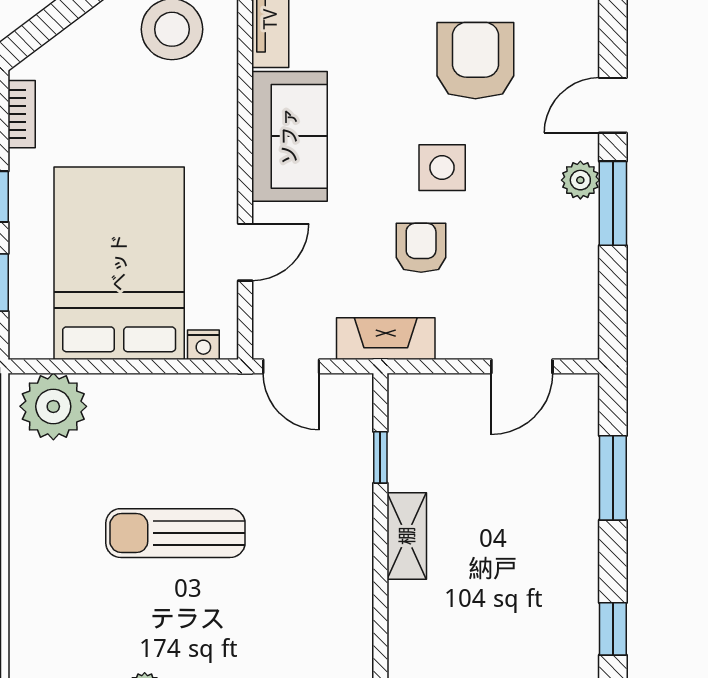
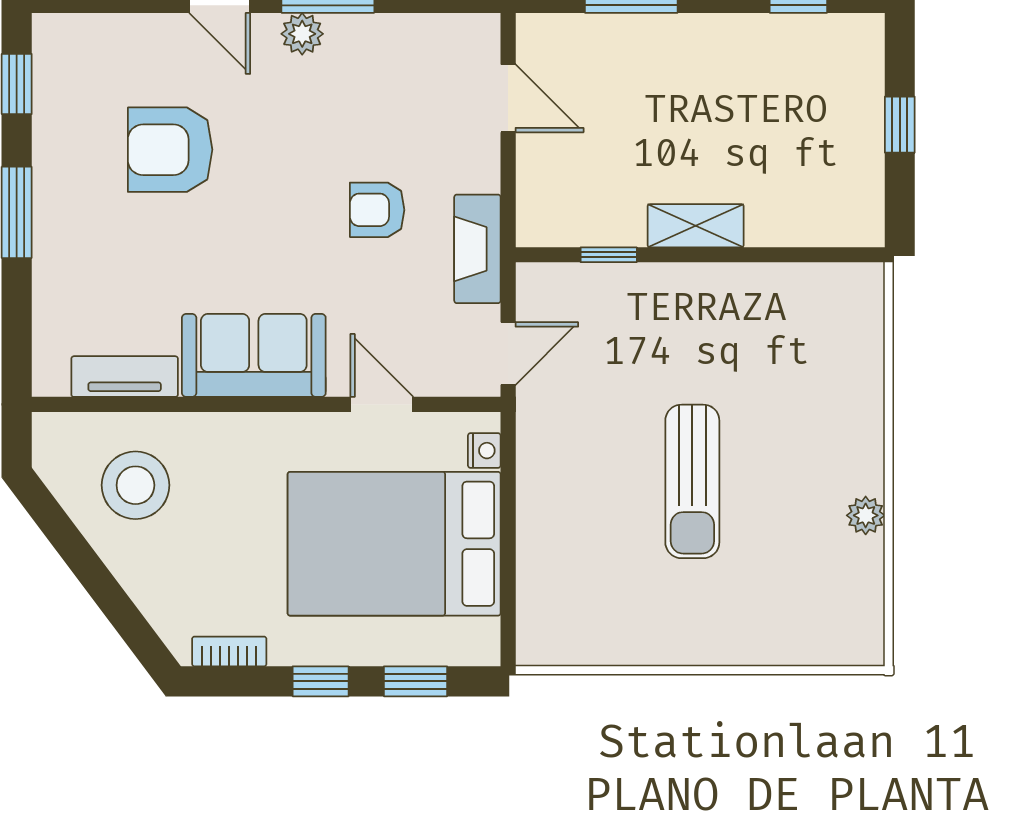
side table: (442, 168) -> (288, 187), removed
plant: (53, 406) -> (552, 616), removed

